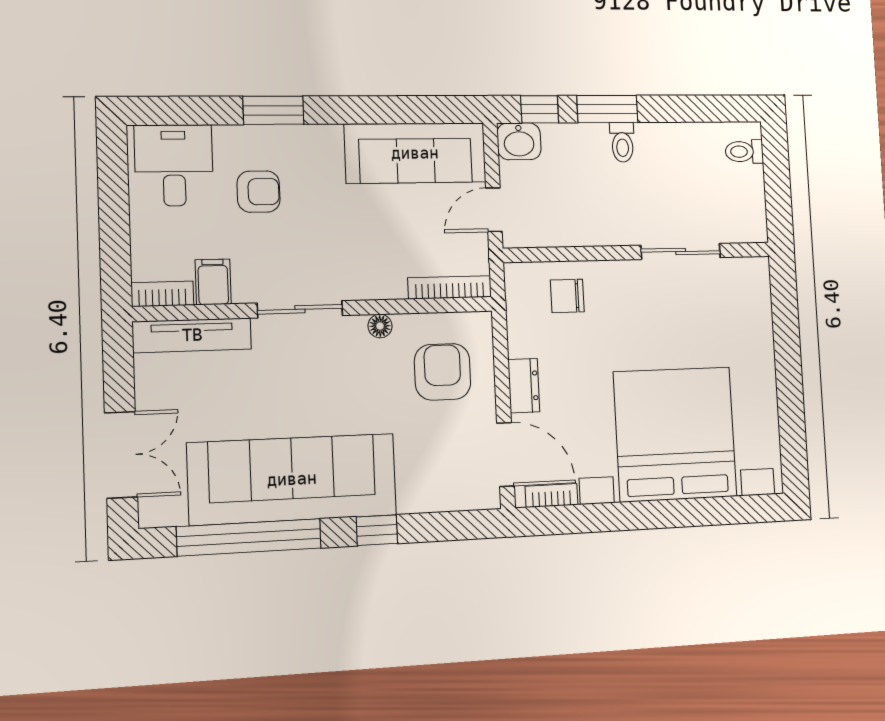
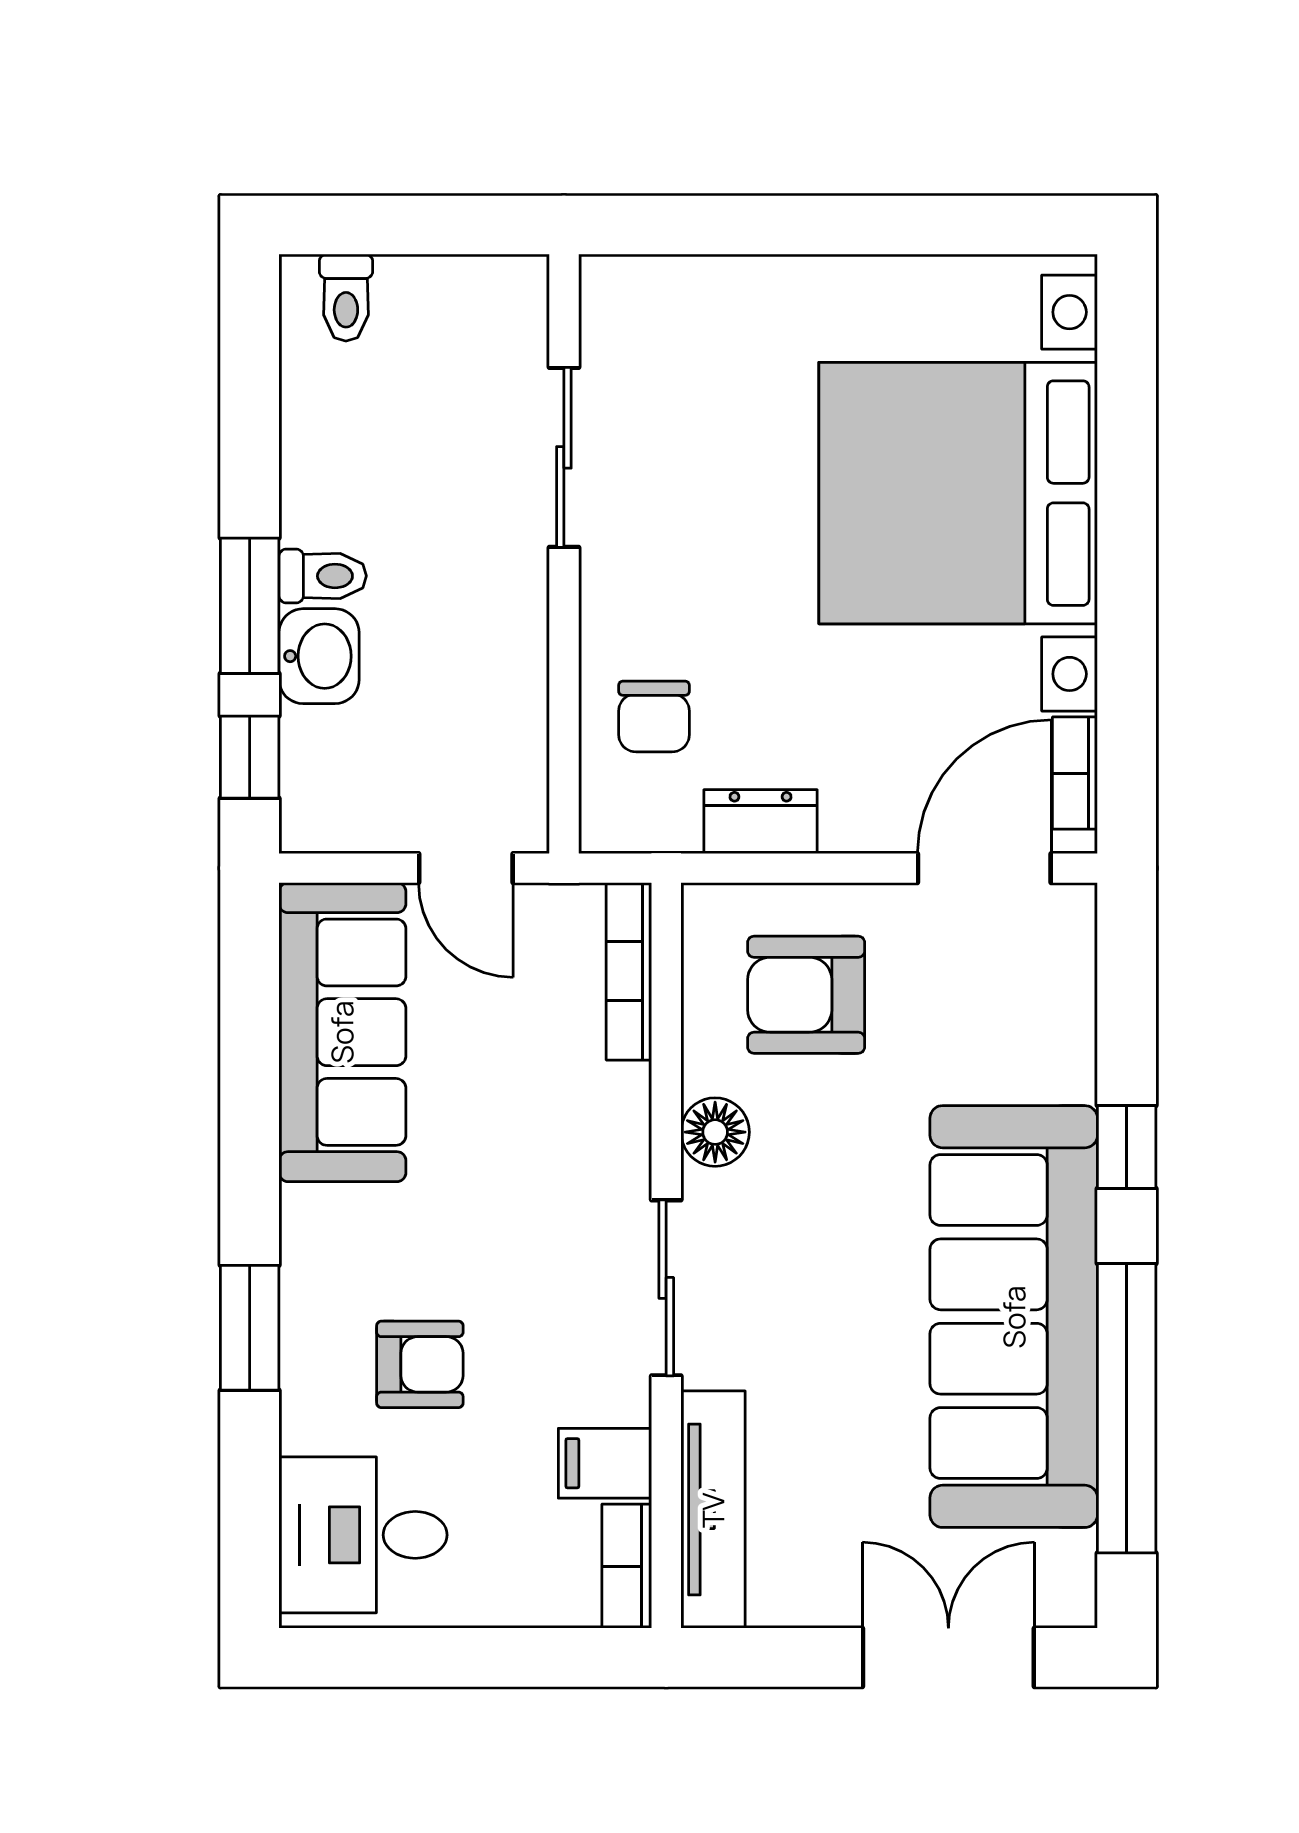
washbasin: (519, 141) -> (319, 656), moved
armchair: (259, 192) -> (420, 1364), turned 90
floor lamp: (380, 326) -> (715, 1132), width x1.37, depth x1.37
dresser: (524, 386) -> (760, 822), moved

